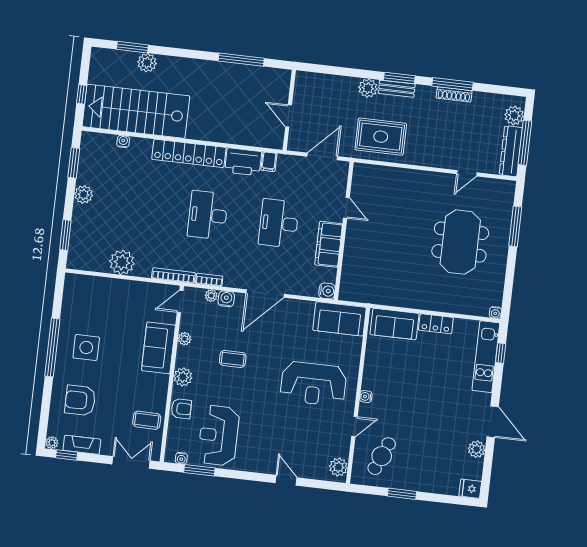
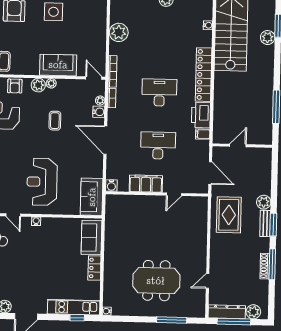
door: (467, 173) -> (208, 281), hinge flipped
plant: (184, 339) -> (51, 83), moved

